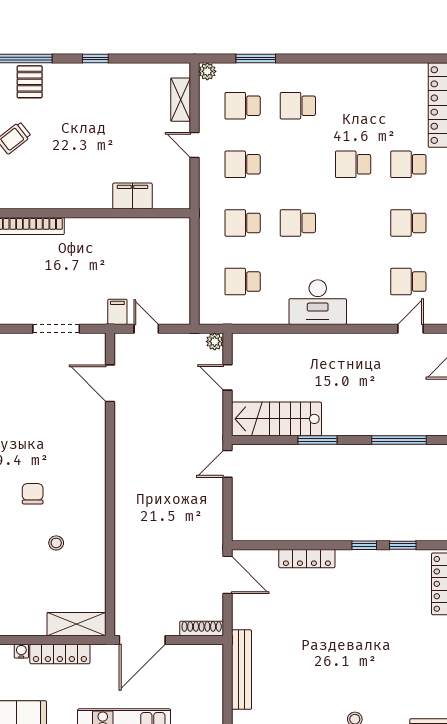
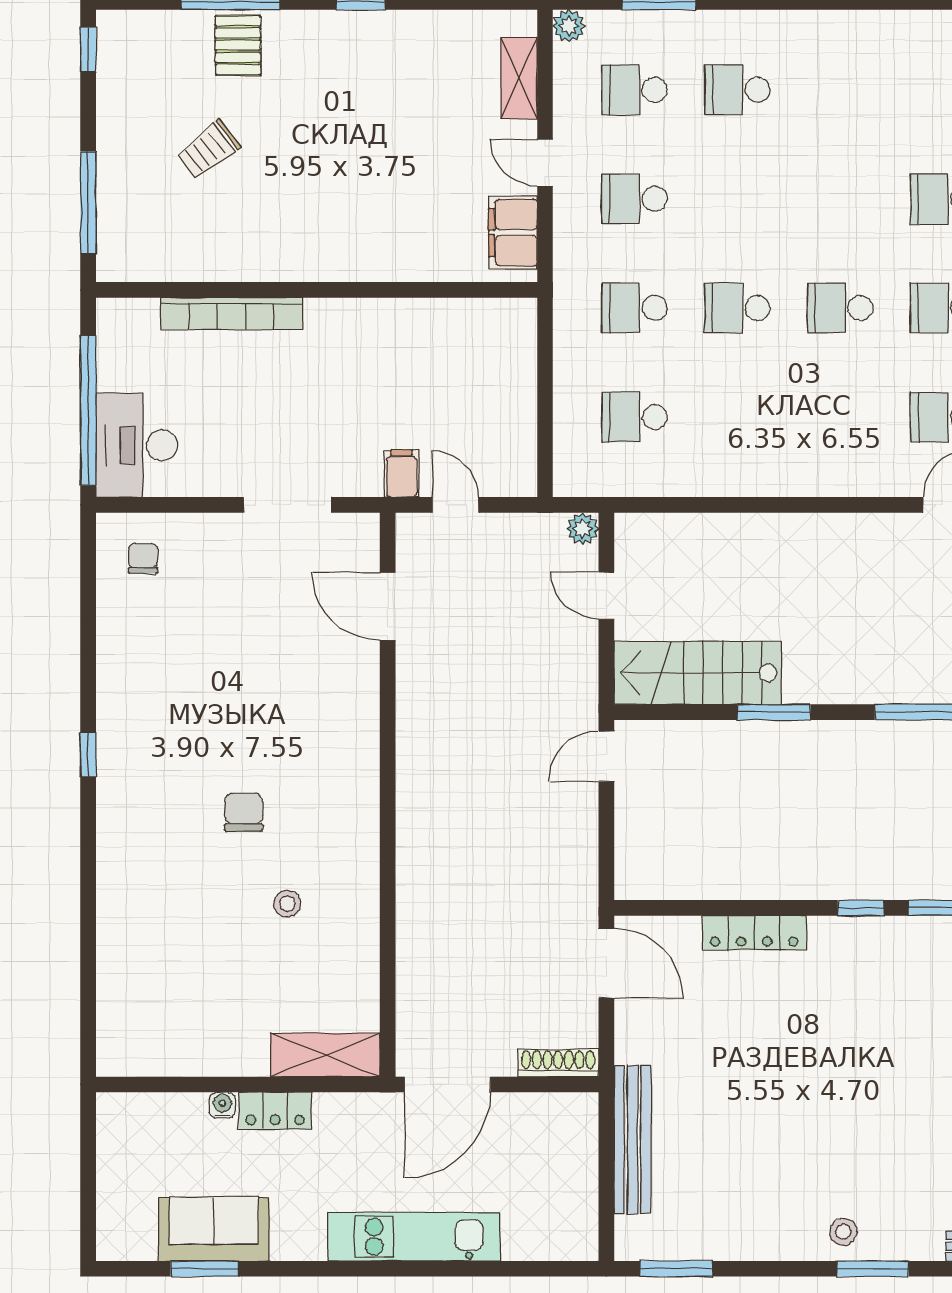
school desk: (353, 164) -> (840, 308), moved
filing cabinet: (132, 196) -> (513, 233), moved, turned -90
desk: (318, 302) -> (774, 455), removed
locker: (60, 654) -> (275, 1111), width x0.66

